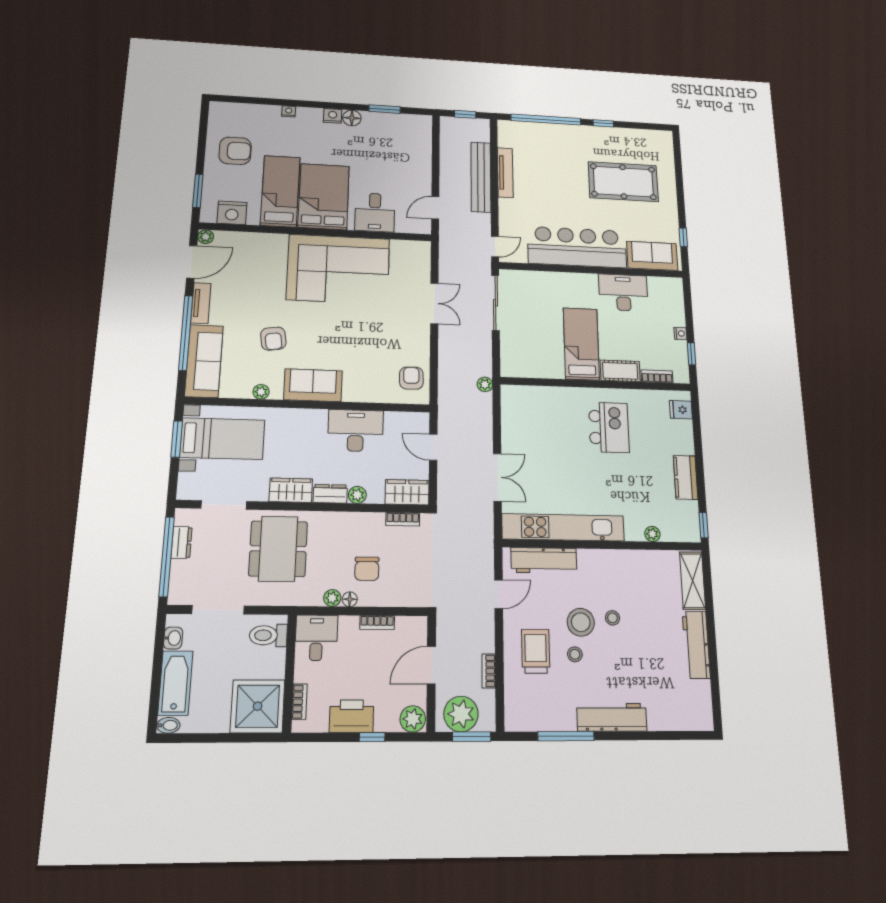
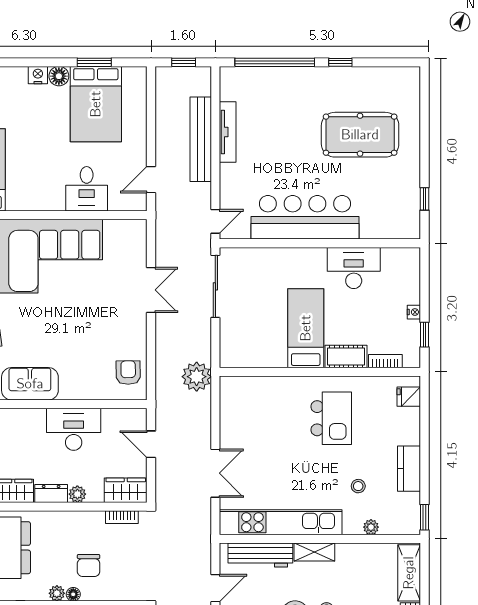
bed: (324, 197) -> (96, 104), moved, turned 180
sofa: (652, 256) -> (388, 223), removed
plant: (485, 384) -> (197, 377), width x1.88, depth x1.88
stool: (638, 493) -> (358, 486), added
shelving: (598, 558) -> (314, 552), added

